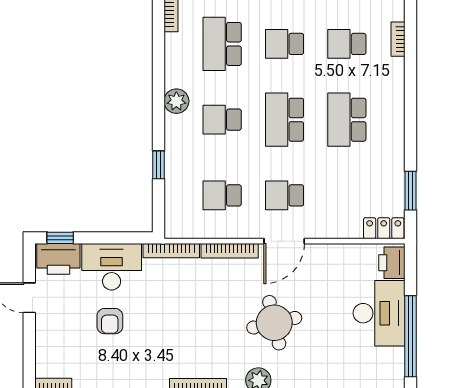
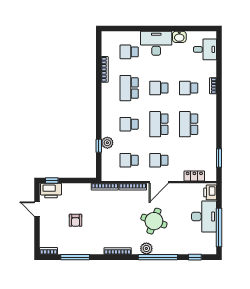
plant: (176, 101) -> (107, 143), moved
locker: (384, 228) -> (194, 176), moved
desk: (112, 267) -> (76, 194), removed
round table: (274, 323) -> (154, 221), turned 33

